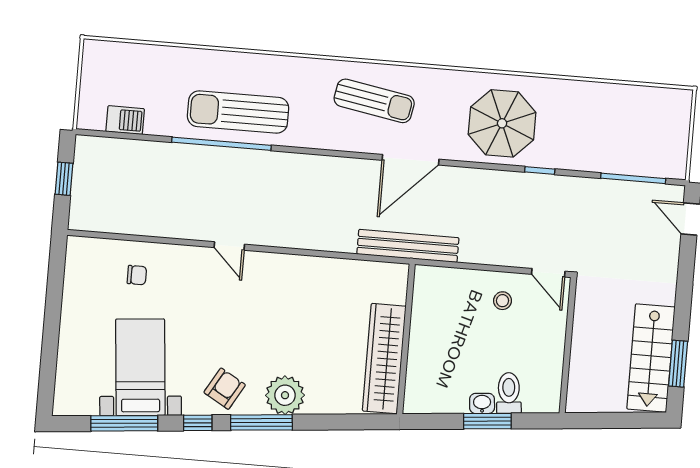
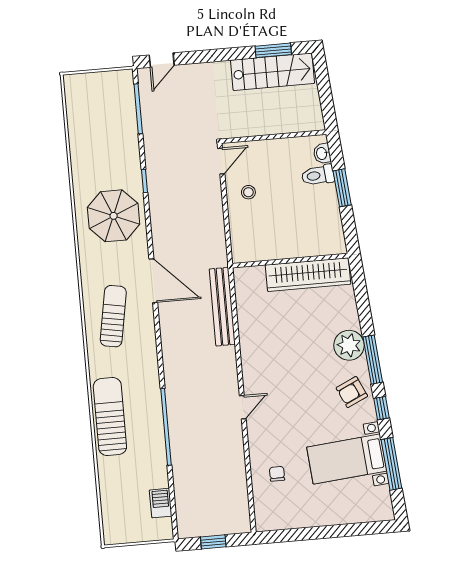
sun lounger: (238, 112) -> (110, 417), moved, turned 180
bench: (408, 246) -> (222, 307), moved
armchair: (225, 389) -> (352, 392), turned -55
washbasin: (482, 403) -> (322, 153), moved

